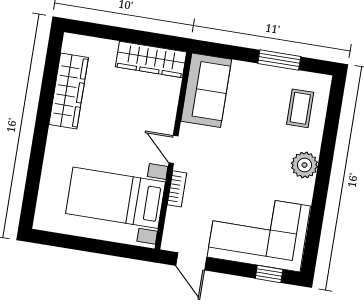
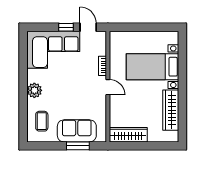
window: (279, 60) -> (78, 146), moved
sofa: (206, 90) -> (77, 131), moved, turned 90
bed with nightstands: (115, 198) -> (152, 67), moved, turned 180
window: (269, 274) -> (66, 27), moved

